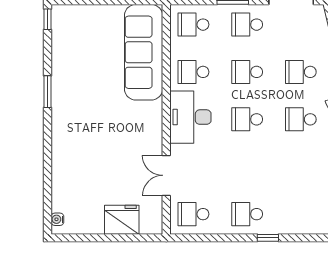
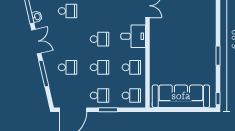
sofa: (144, 52) -> (181, 96), moved, turned -90
desk: (190, 117) -> (133, 36), width x0.73
school desk: (301, 119) -> (68, 11), moved

